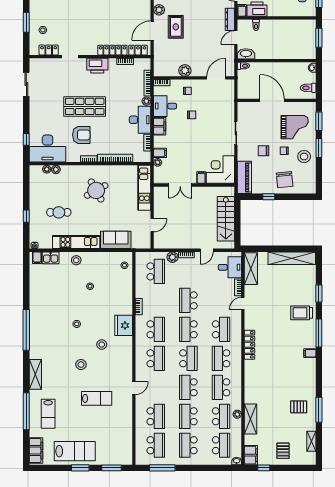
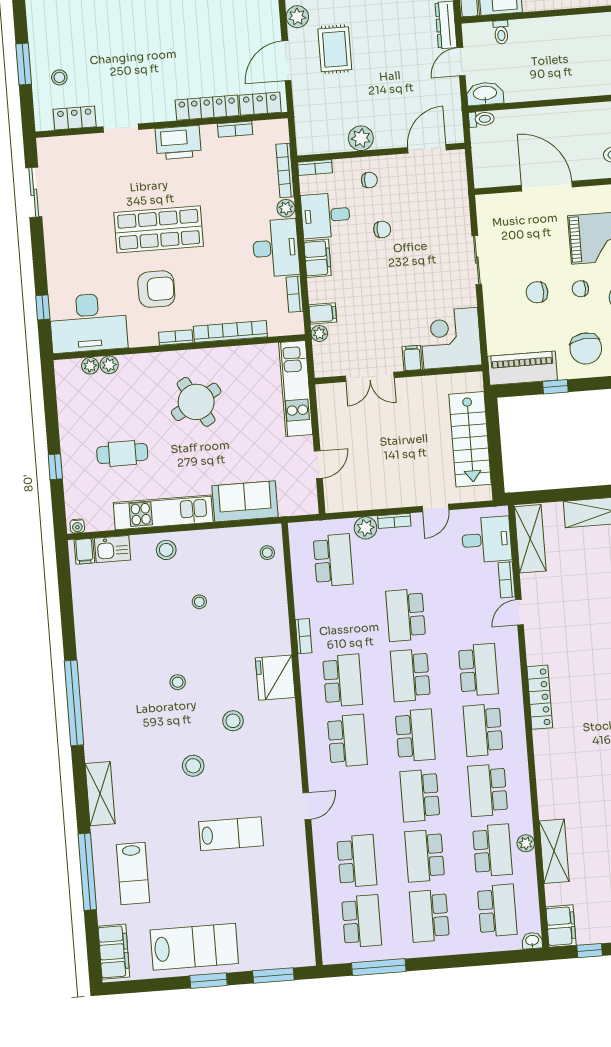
piano: (244, 177) -> (522, 368), moved, turned -90

